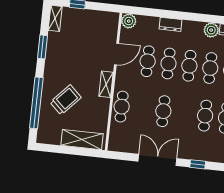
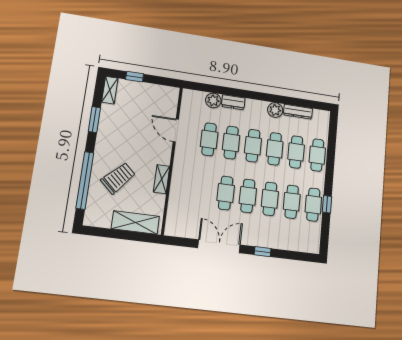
plant: (129, 21) -> (213, 100), moved
door: (116, 54) -> (176, 130), swing flipped
shelving: (106, 84) -> (162, 179), moved
cafe table: (122, 107) -> (248, 196), moved

